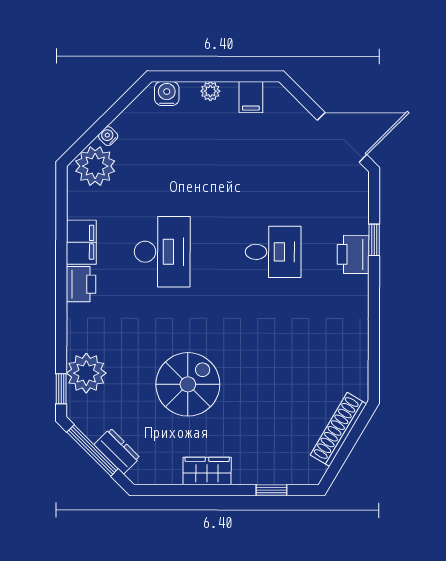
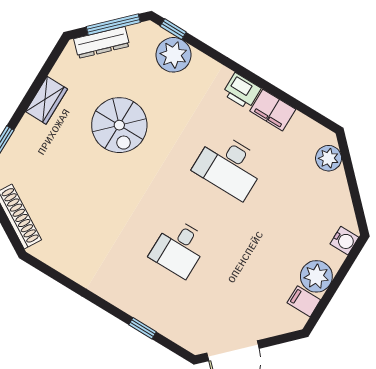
plant: (210, 91) -> (316, 276), width x1.87, depth x1.87
water cooler: (108, 136) -> (339, 178), removed
plant: (95, 166) -> (329, 158), width x0.73, depth x0.73
printer: (353, 254) -> (141, 306), removed
dresser: (117, 451) -> (102, 42), width x1.44

